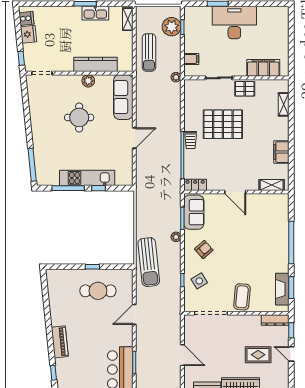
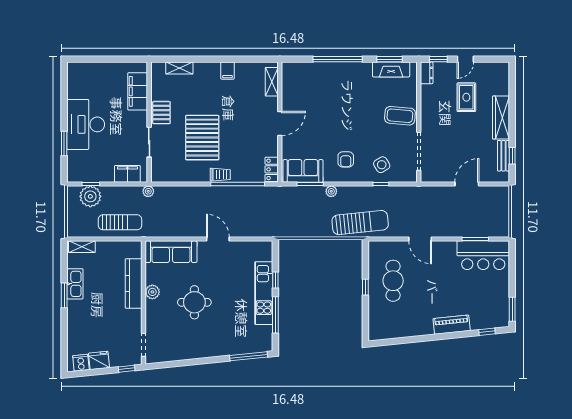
filing cabinet: (191, 59) -> (127, 174), width x2.00
filing cabinet: (281, 152) -> (227, 71), width x0.50
armchair: (204, 249) -> (346, 159), turned -139
dresser: (275, 320) -> (427, 73), width x0.70

